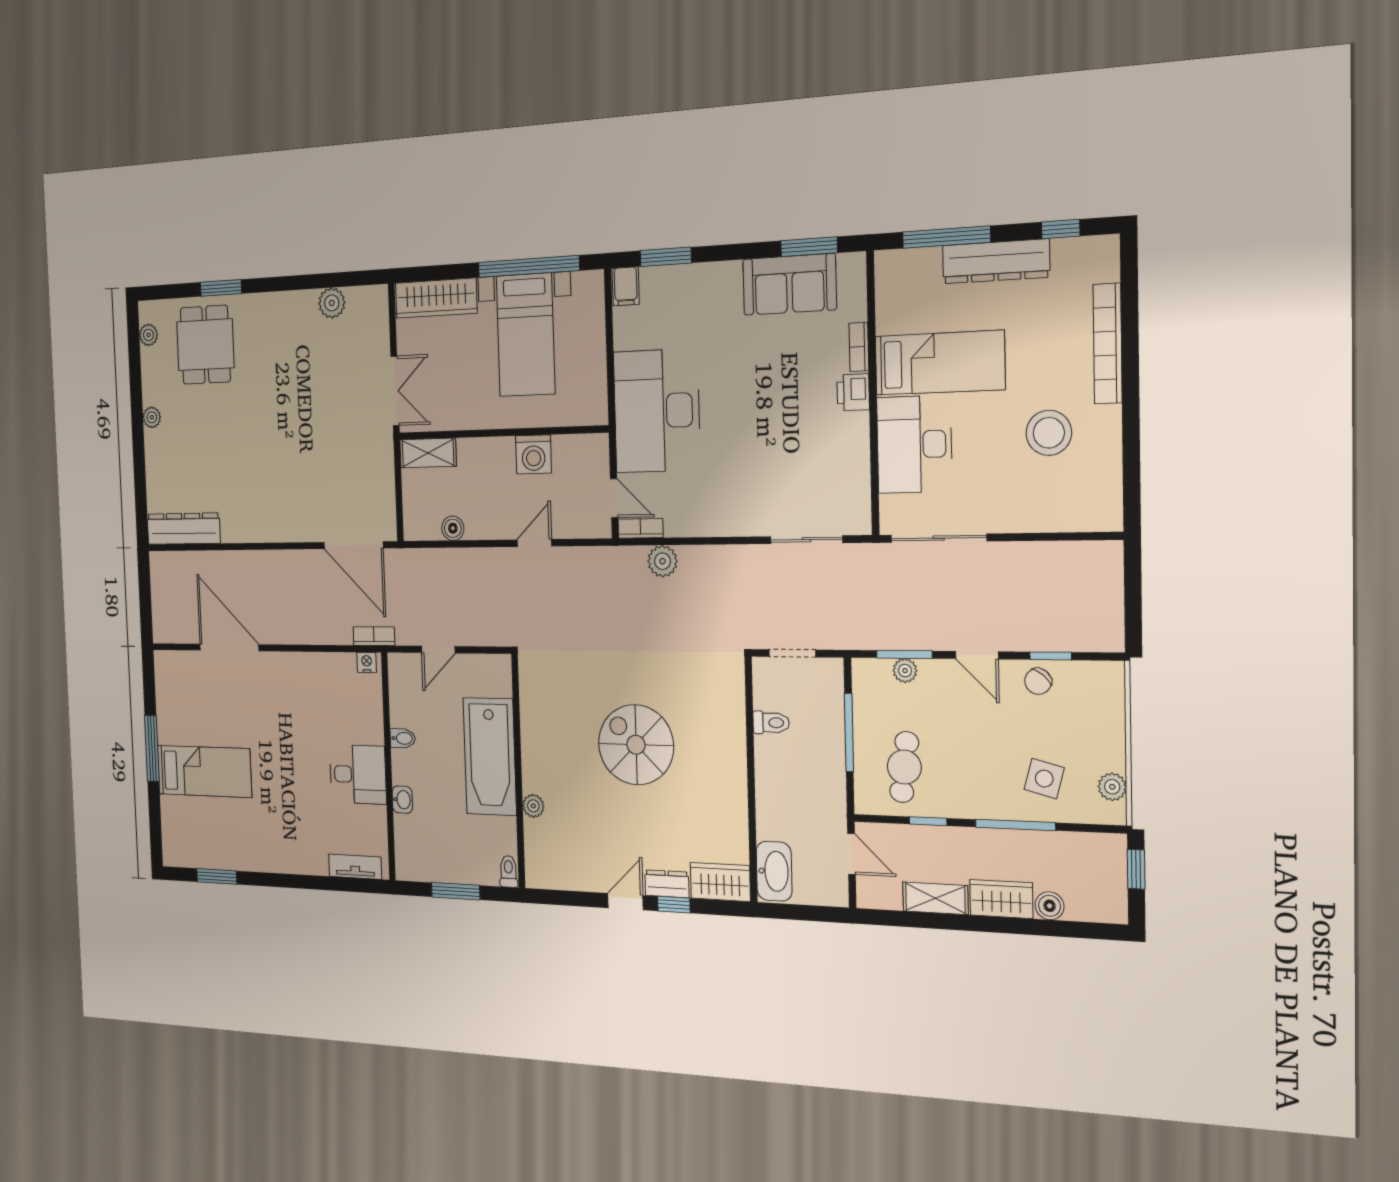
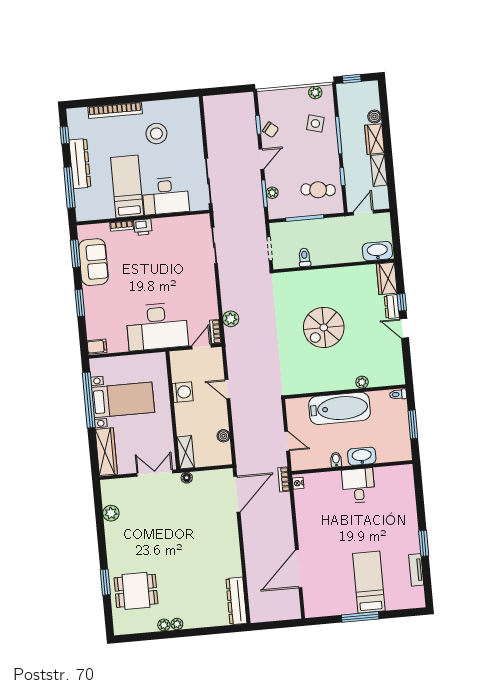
window: (666, 257) -> (80, 303), moved
plant: (148, 335) -> (164, 625), moved
floor lamp: (385, 452) -> (187, 478), added
washbasin: (402, 800) -> (362, 456), width x1.91, depth x1.45
tv unit: (355, 867) -> (416, 570), moved
window: (217, 876) -> (424, 543), moved

